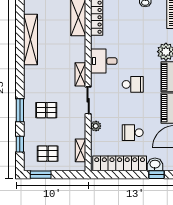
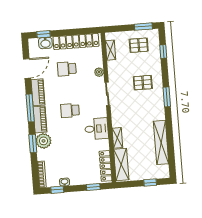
shelving: (80, 74) -> (117, 138), moved
window: (20, 110) -> (167, 97), moved
school desk: (133, 133) -> (67, 69), turned 180

